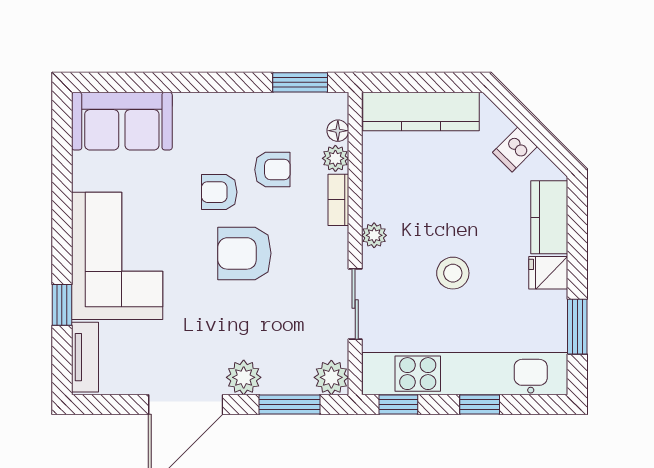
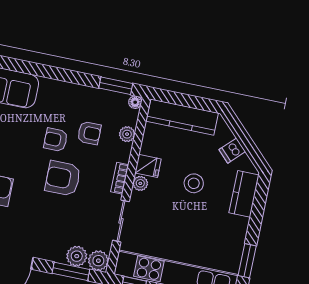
floor lamp: (338, 131) -> (135, 102), moved
bookcase: (338, 200) -> (120, 178), moved
stool: (453, 273) -> (194, 183), moved
fridge: (548, 273) -> (148, 166), moved, turned 180
plant: (244, 377) -> (77, 256), moved

